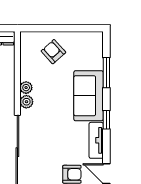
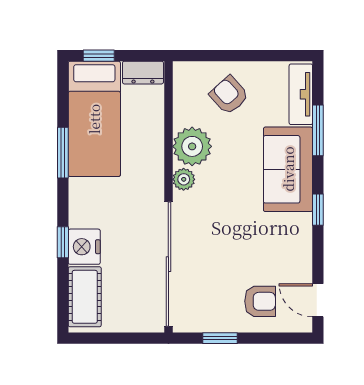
plant: (26, 88) -> (192, 146), width x1.87, depth x1.87
tv unit: (96, 140) -> (301, 94), moved

